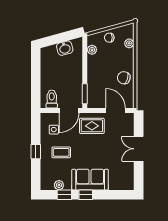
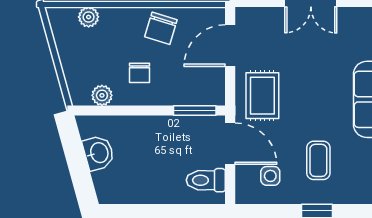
chair: (109, 38) -> (139, 73), moved

